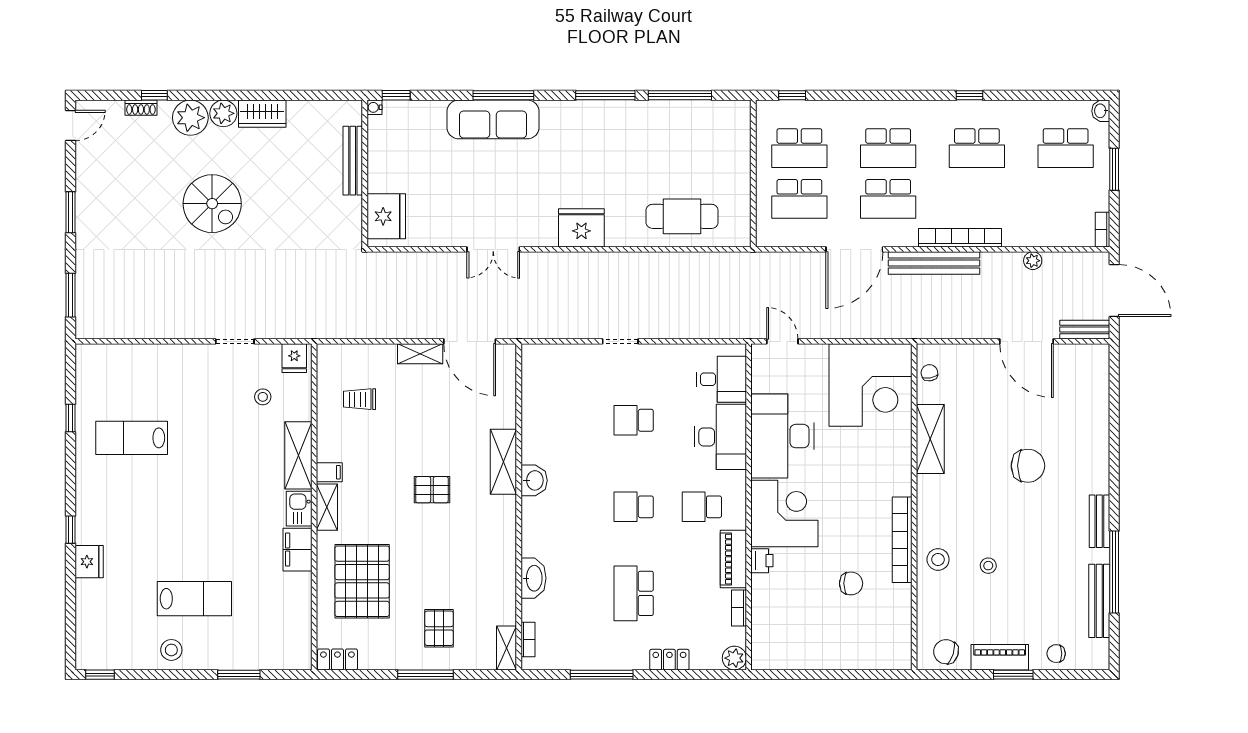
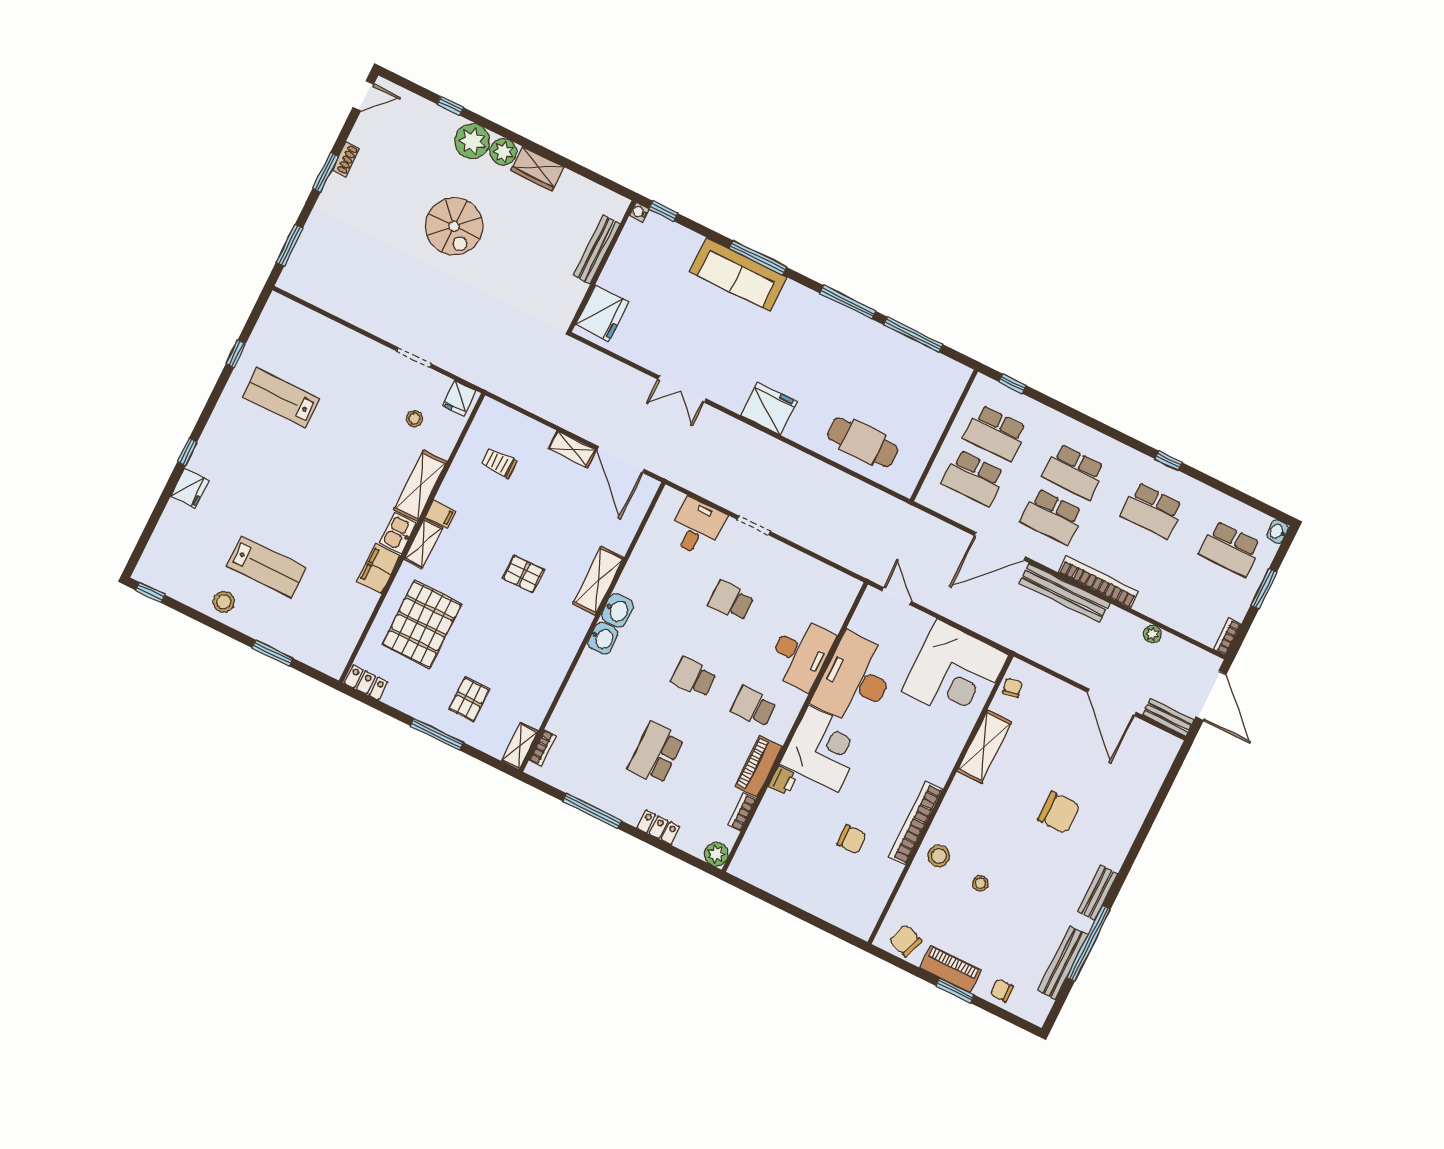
shoe rack: (141, 108) -> (346, 159), moved, turned -90
desk: (721, 379) -> (697, 527), moved, turned -90
washbasin: (533, 578) -> (603, 638), moved, width x0.72

